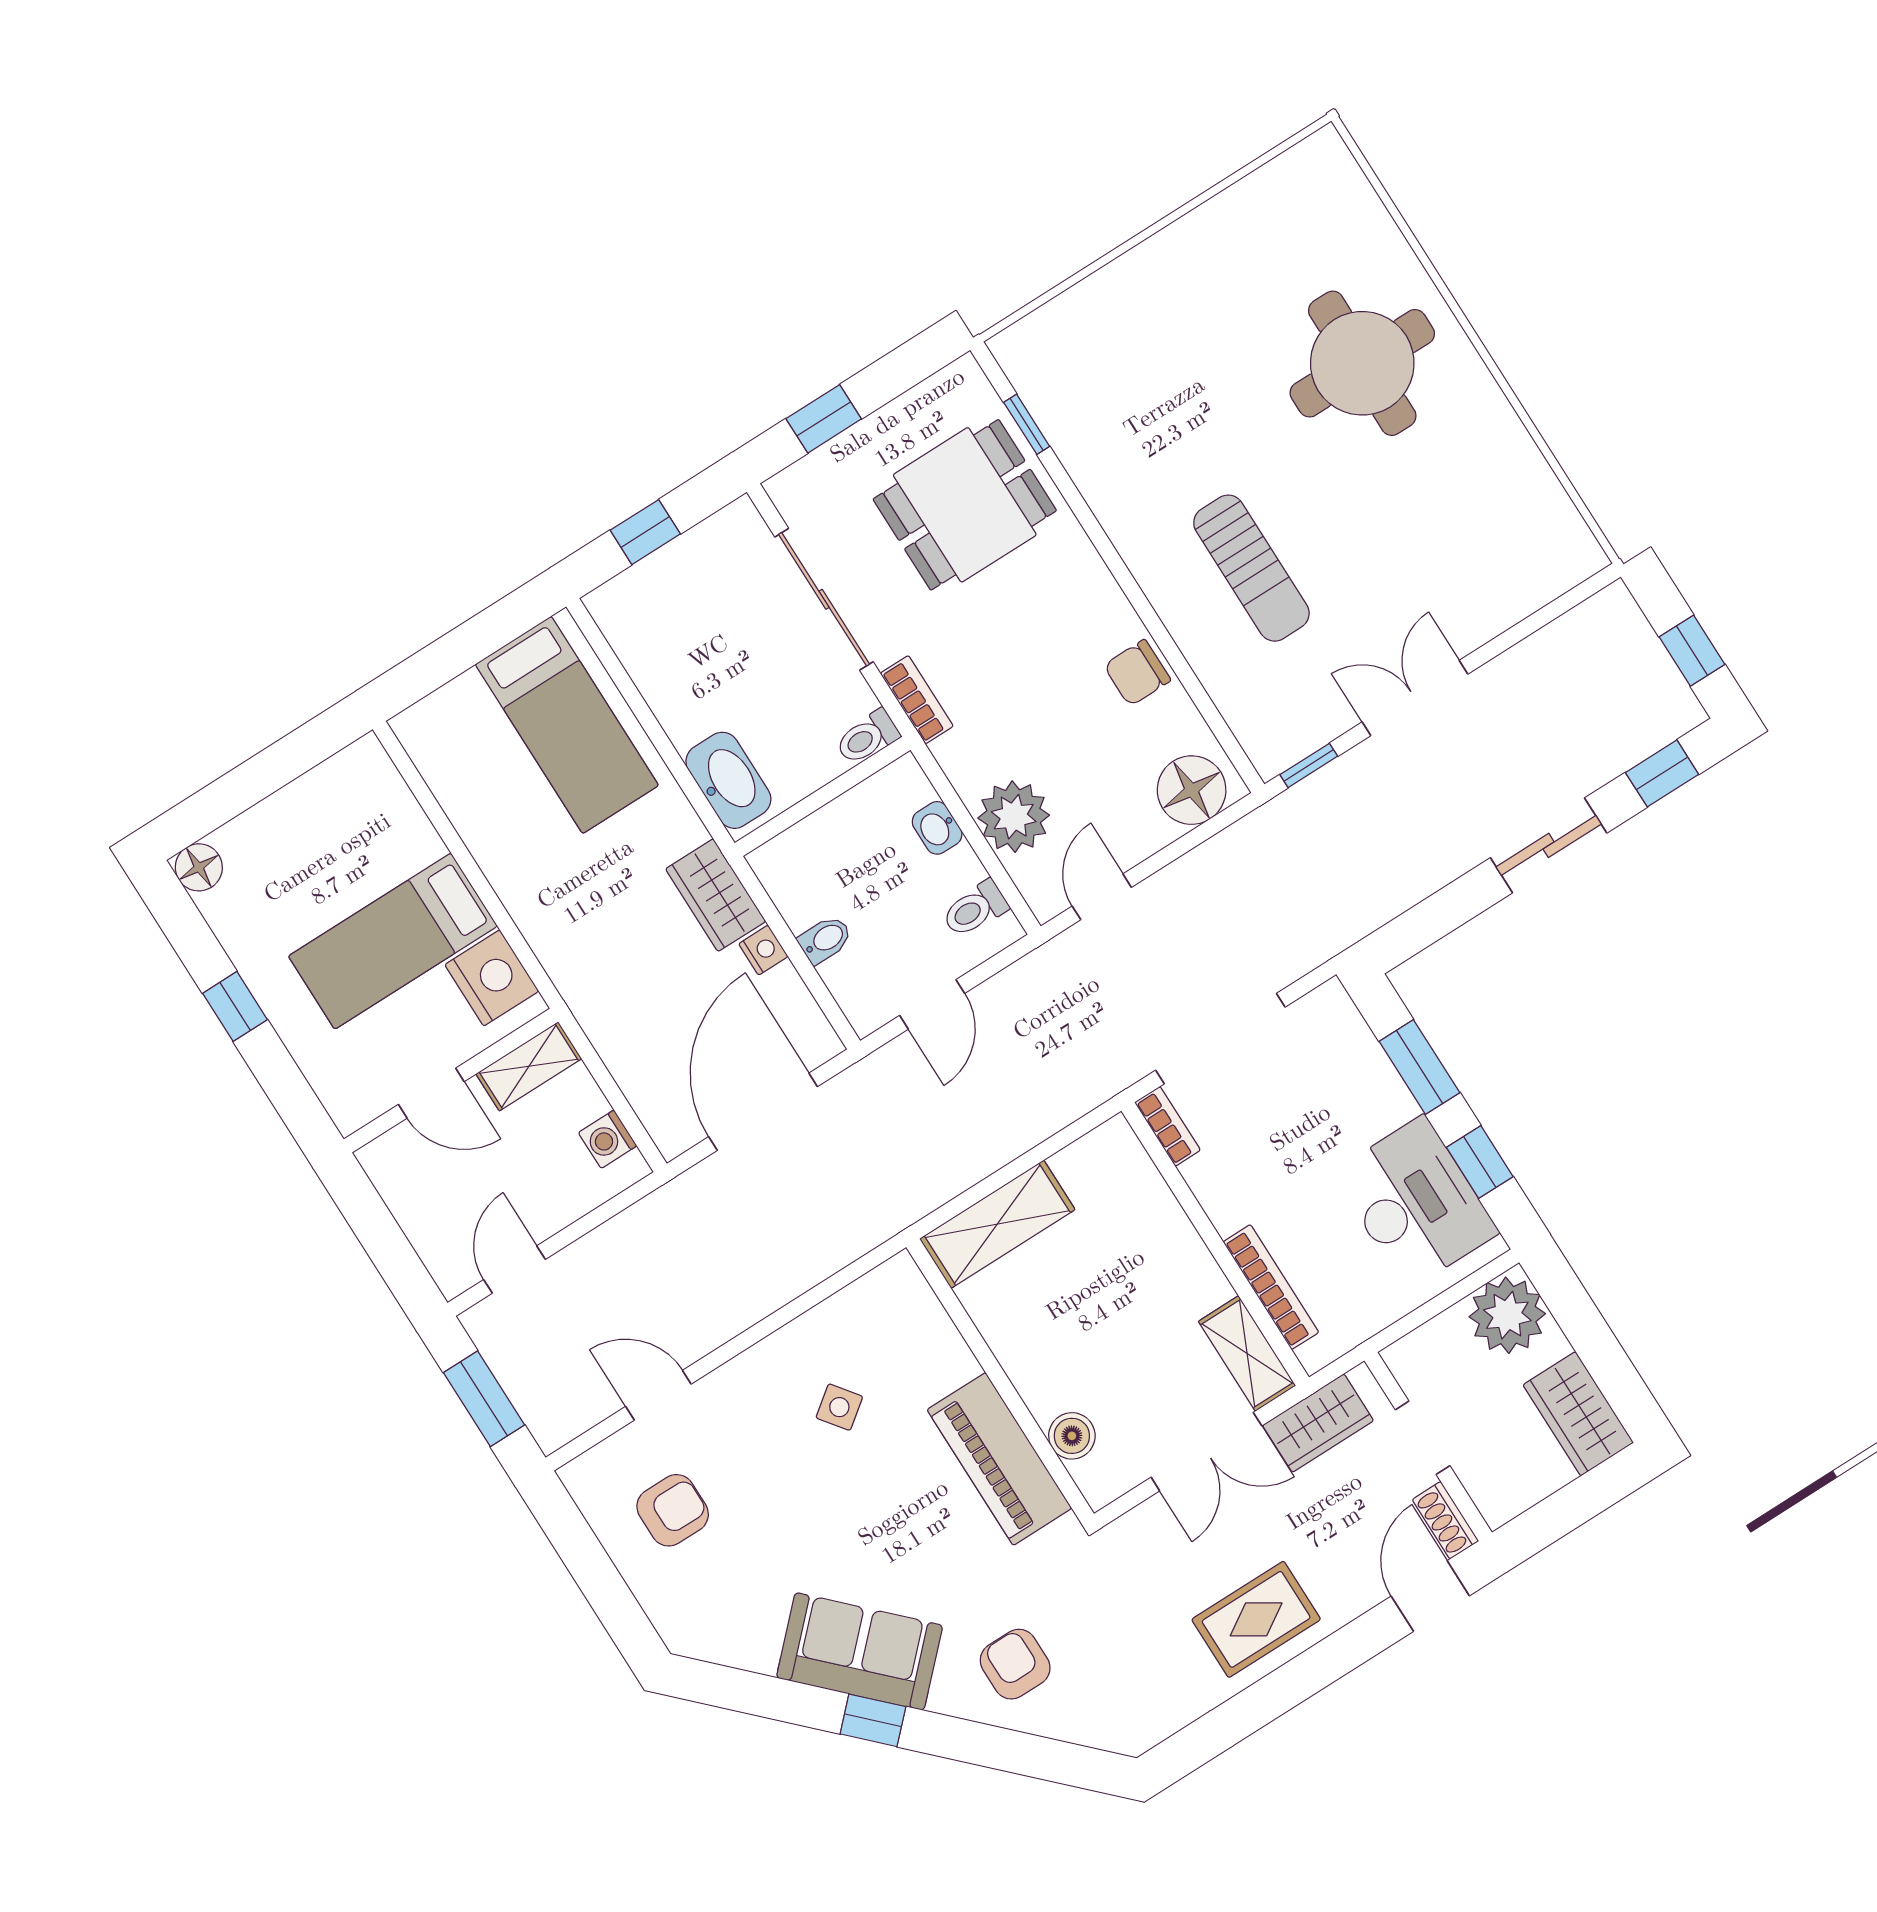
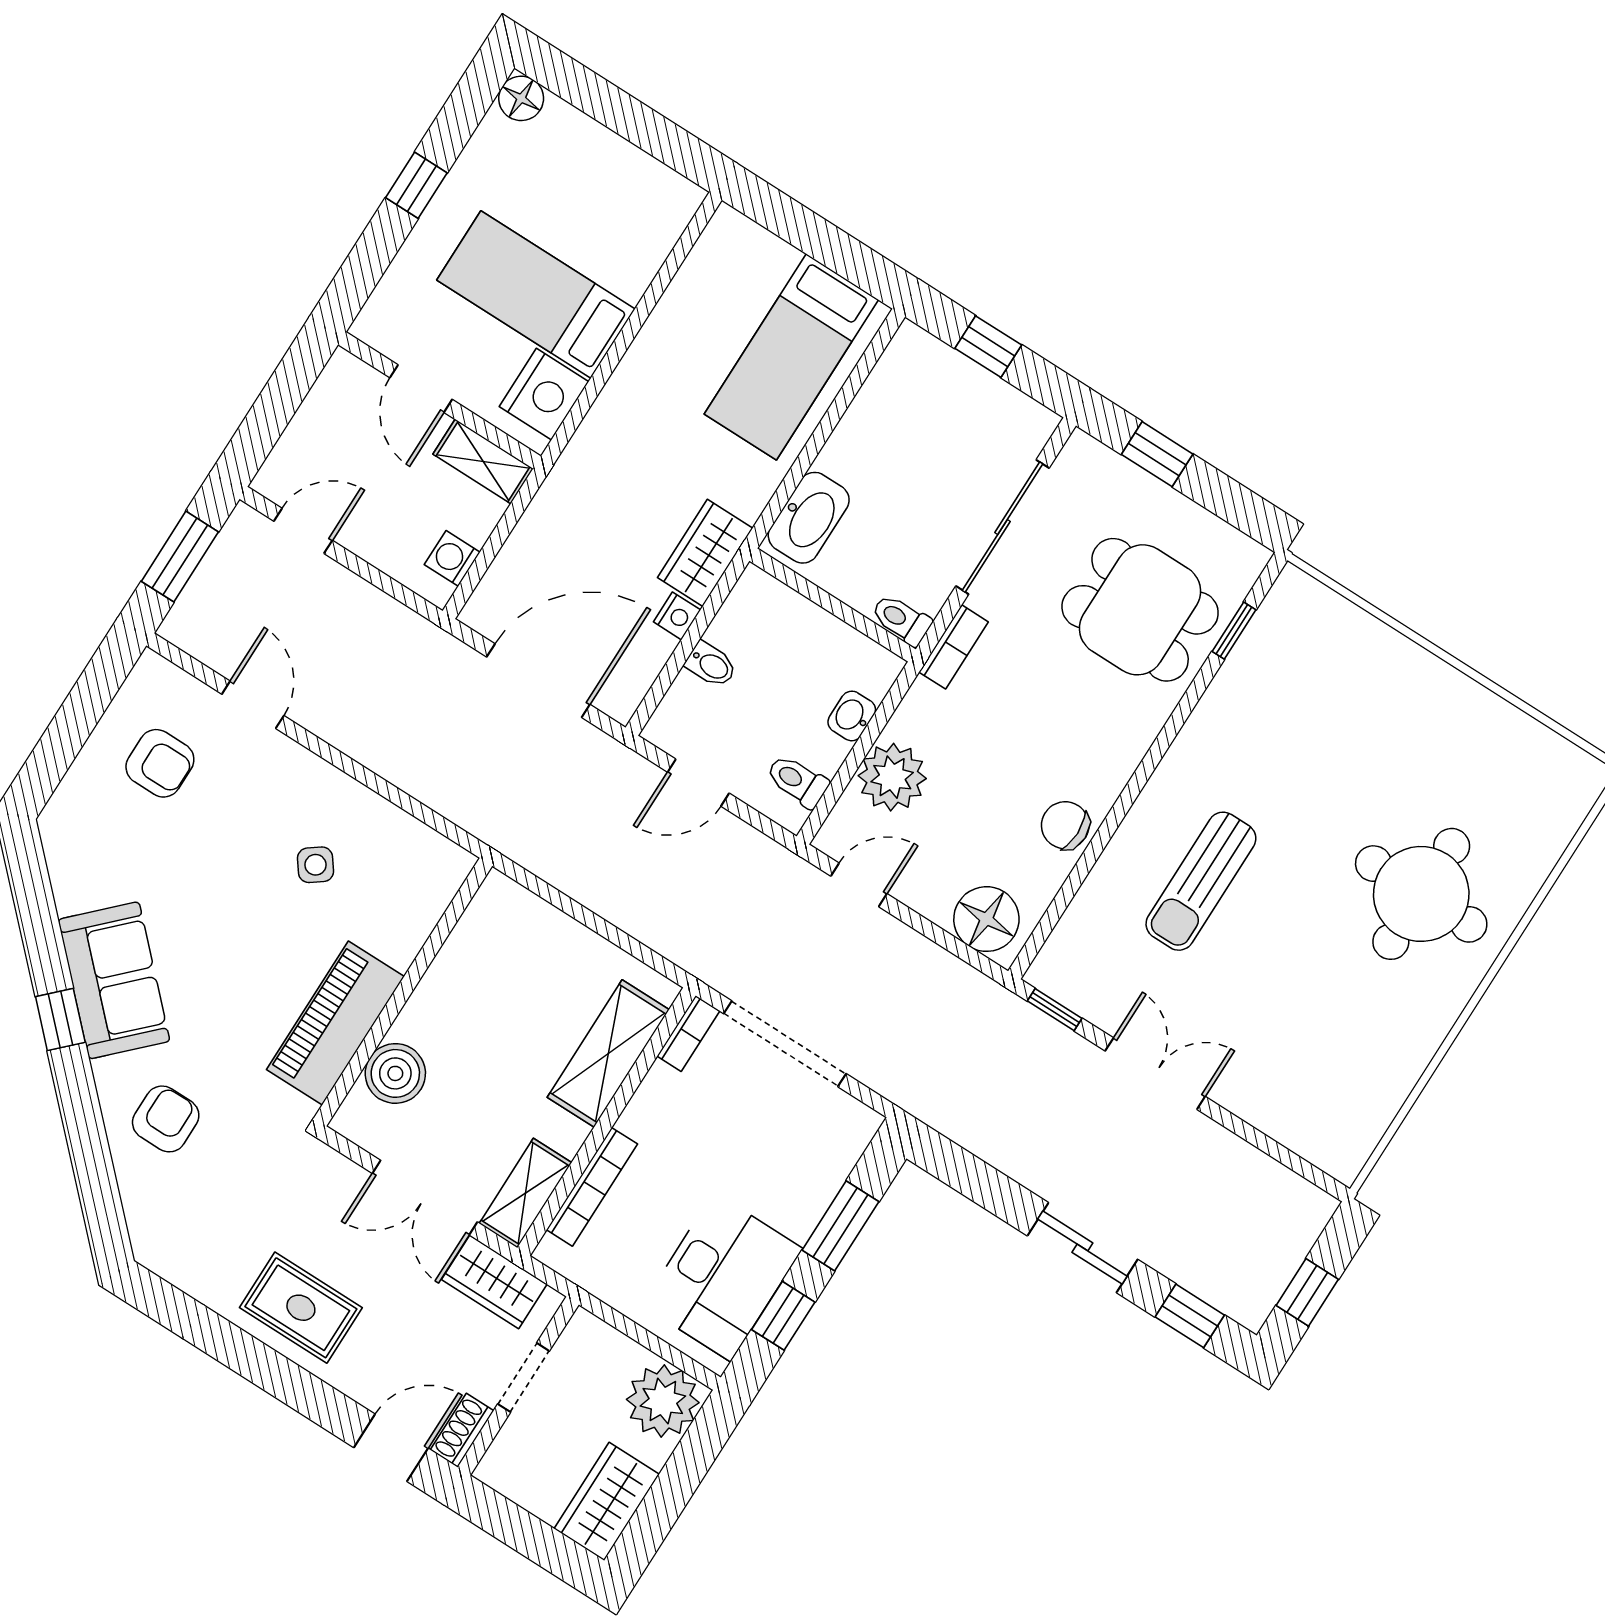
shelving: (997, 1224) -> (608, 1053), moved, turned 90
boiler: (1072, 1436) -> (395, 1073), width x1.36, depth x1.36

